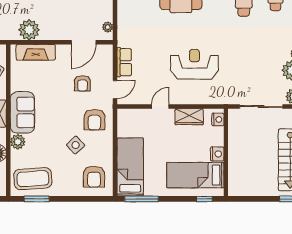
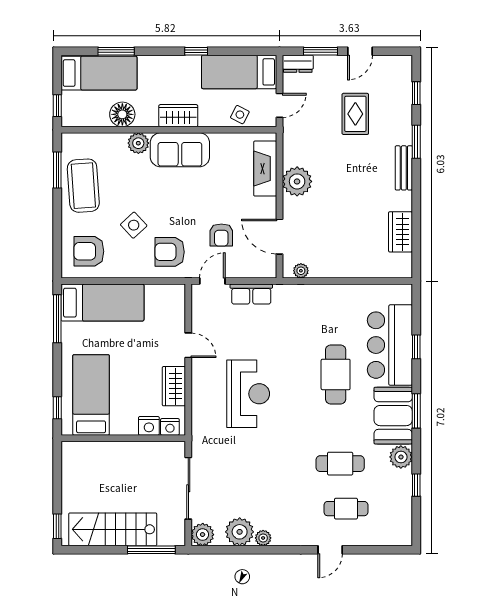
plant: (29, 30) -> (297, 181), moved
armchair: (82, 83) -> (221, 235), turned -90
door: (115, 90) -> (212, 281), swing flipped
nightstand: (217, 154) -> (149, 426), moved
coffee table: (33, 179) -> (83, 186), moved

